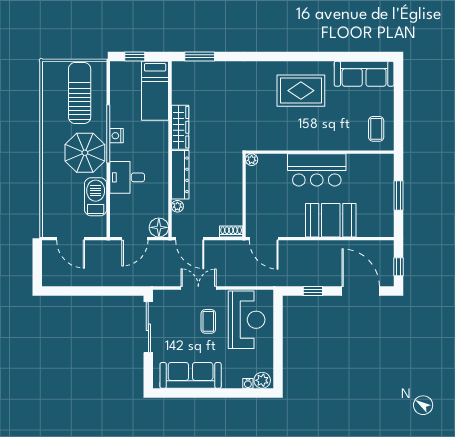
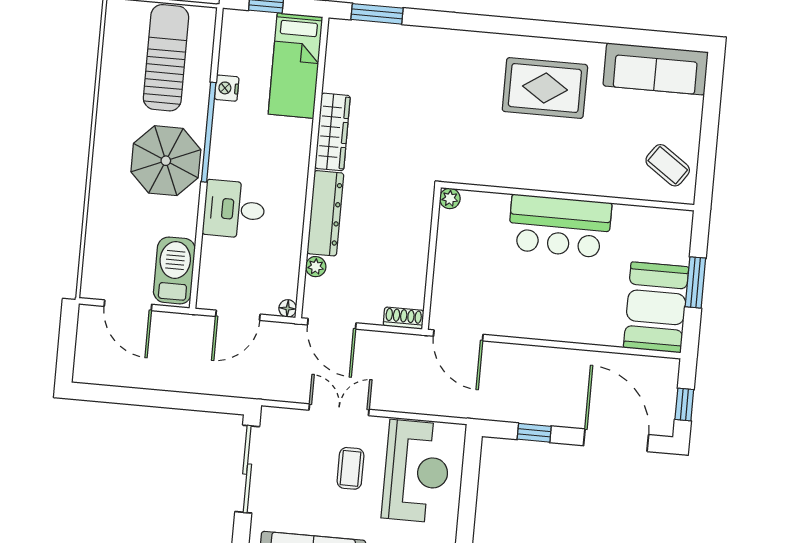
coffee table: (376, 129) -> (668, 165), turned -55
nightstand: (116, 136) -> (227, 88), moved
barbecue: (96, 197) -> (174, 270), moved
booth: (331, 220) -> (656, 307), moved, turned 90
floor lamp: (159, 227) -> (288, 308), width x0.53, depth x0.53

